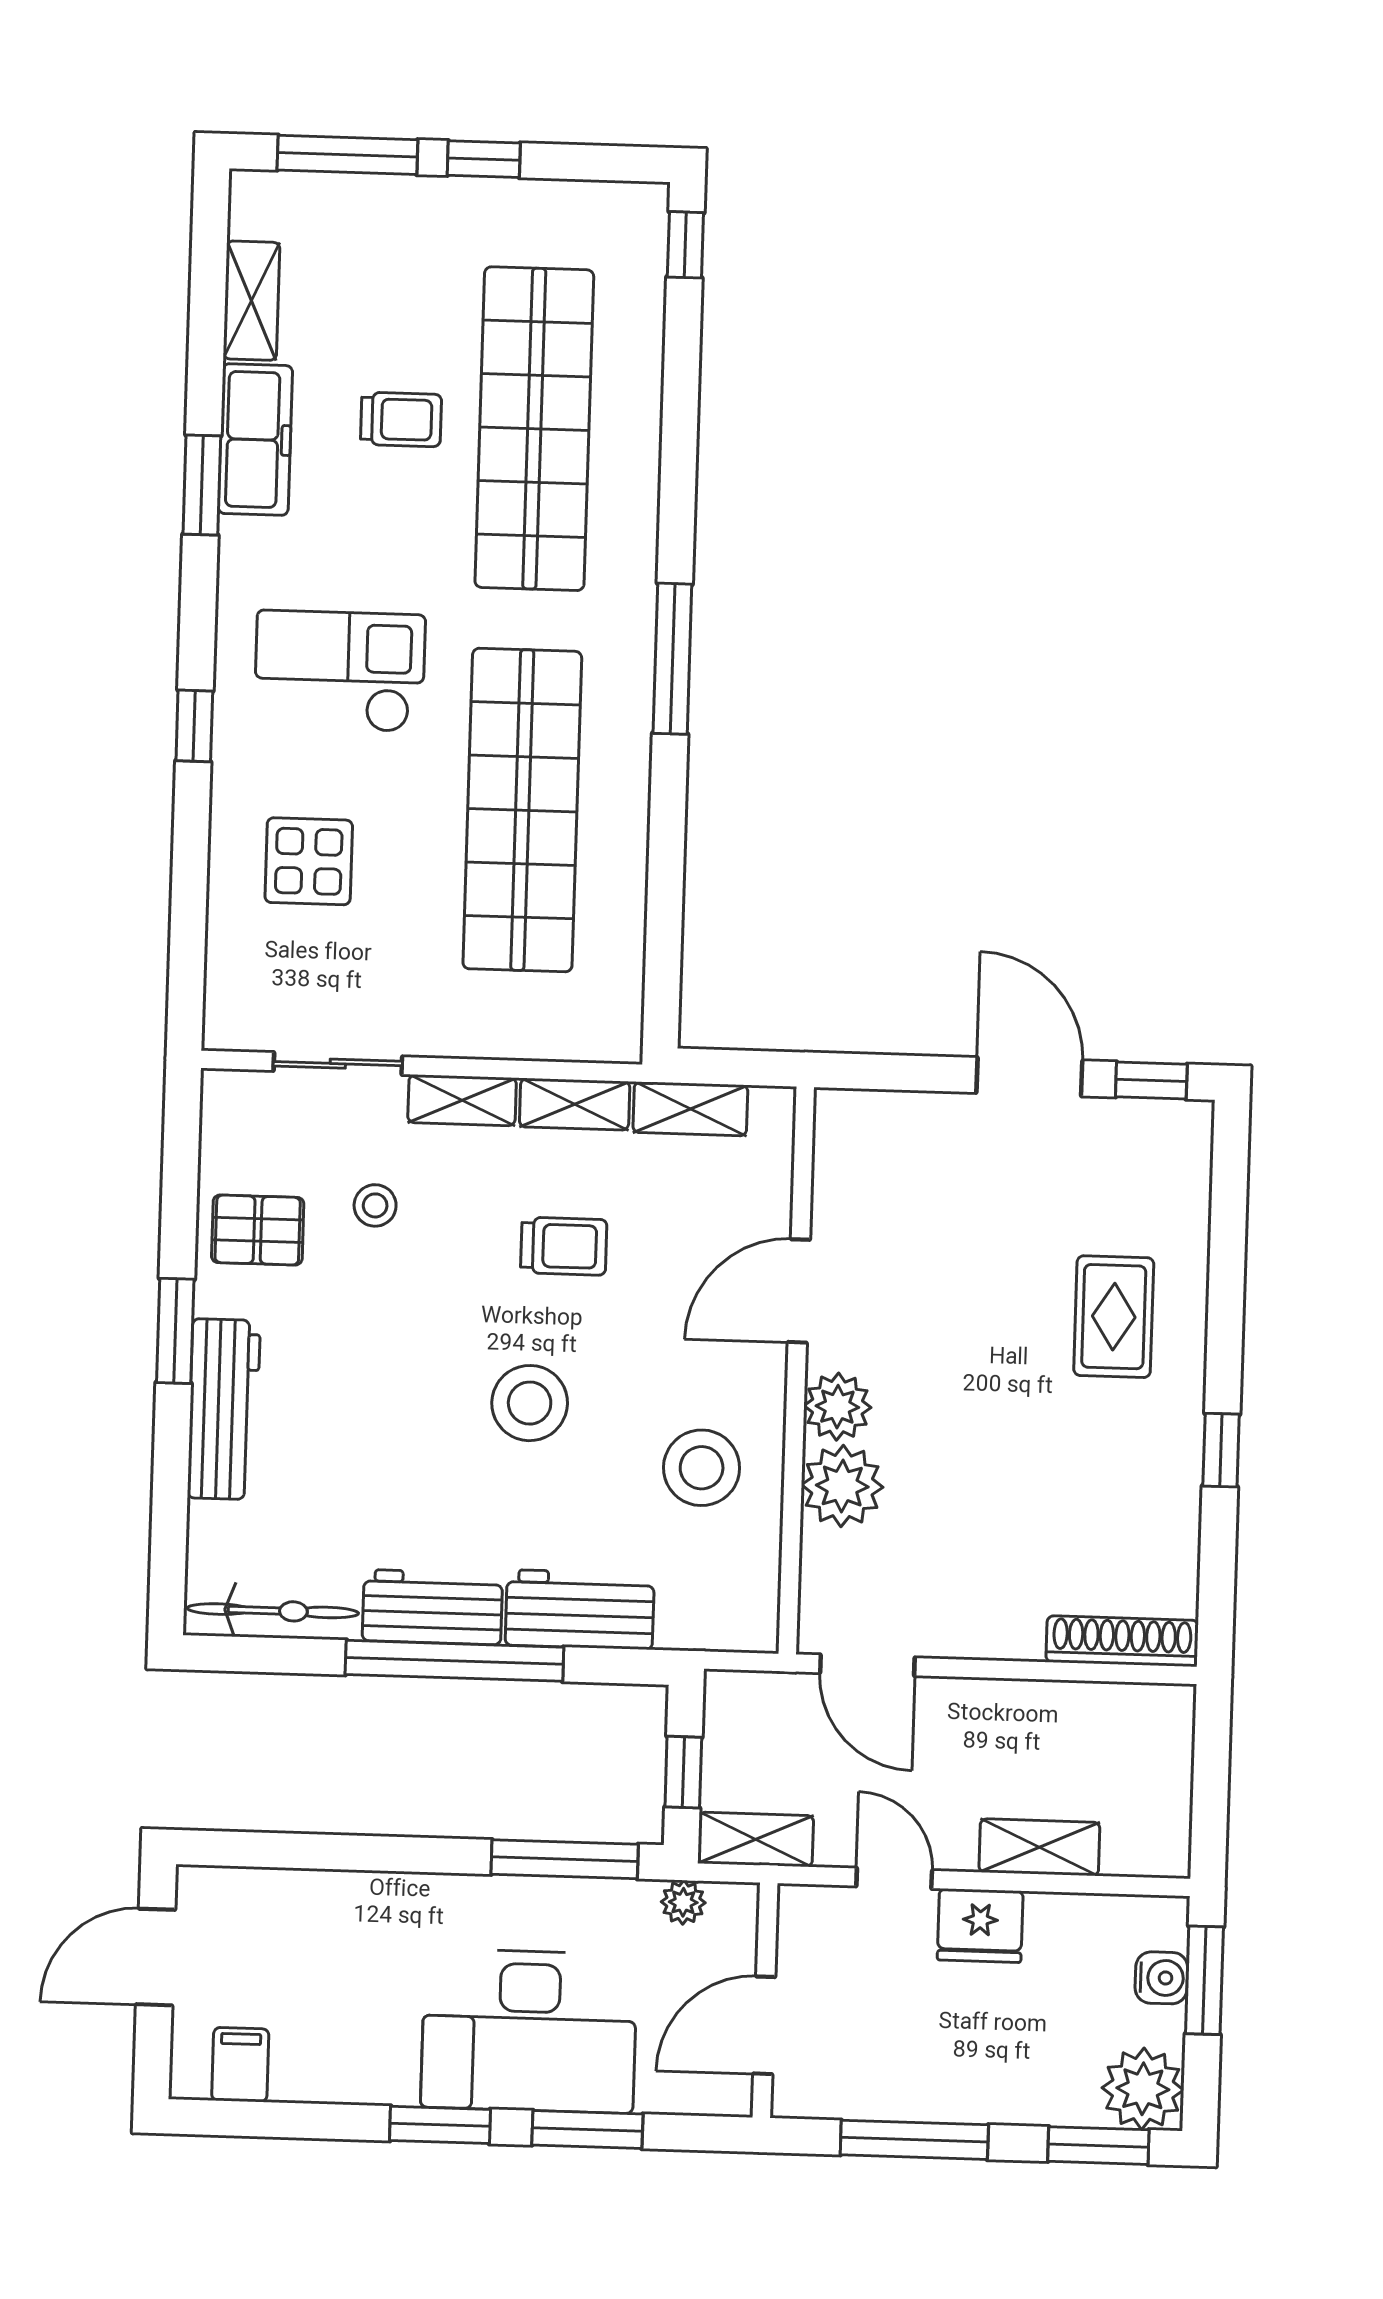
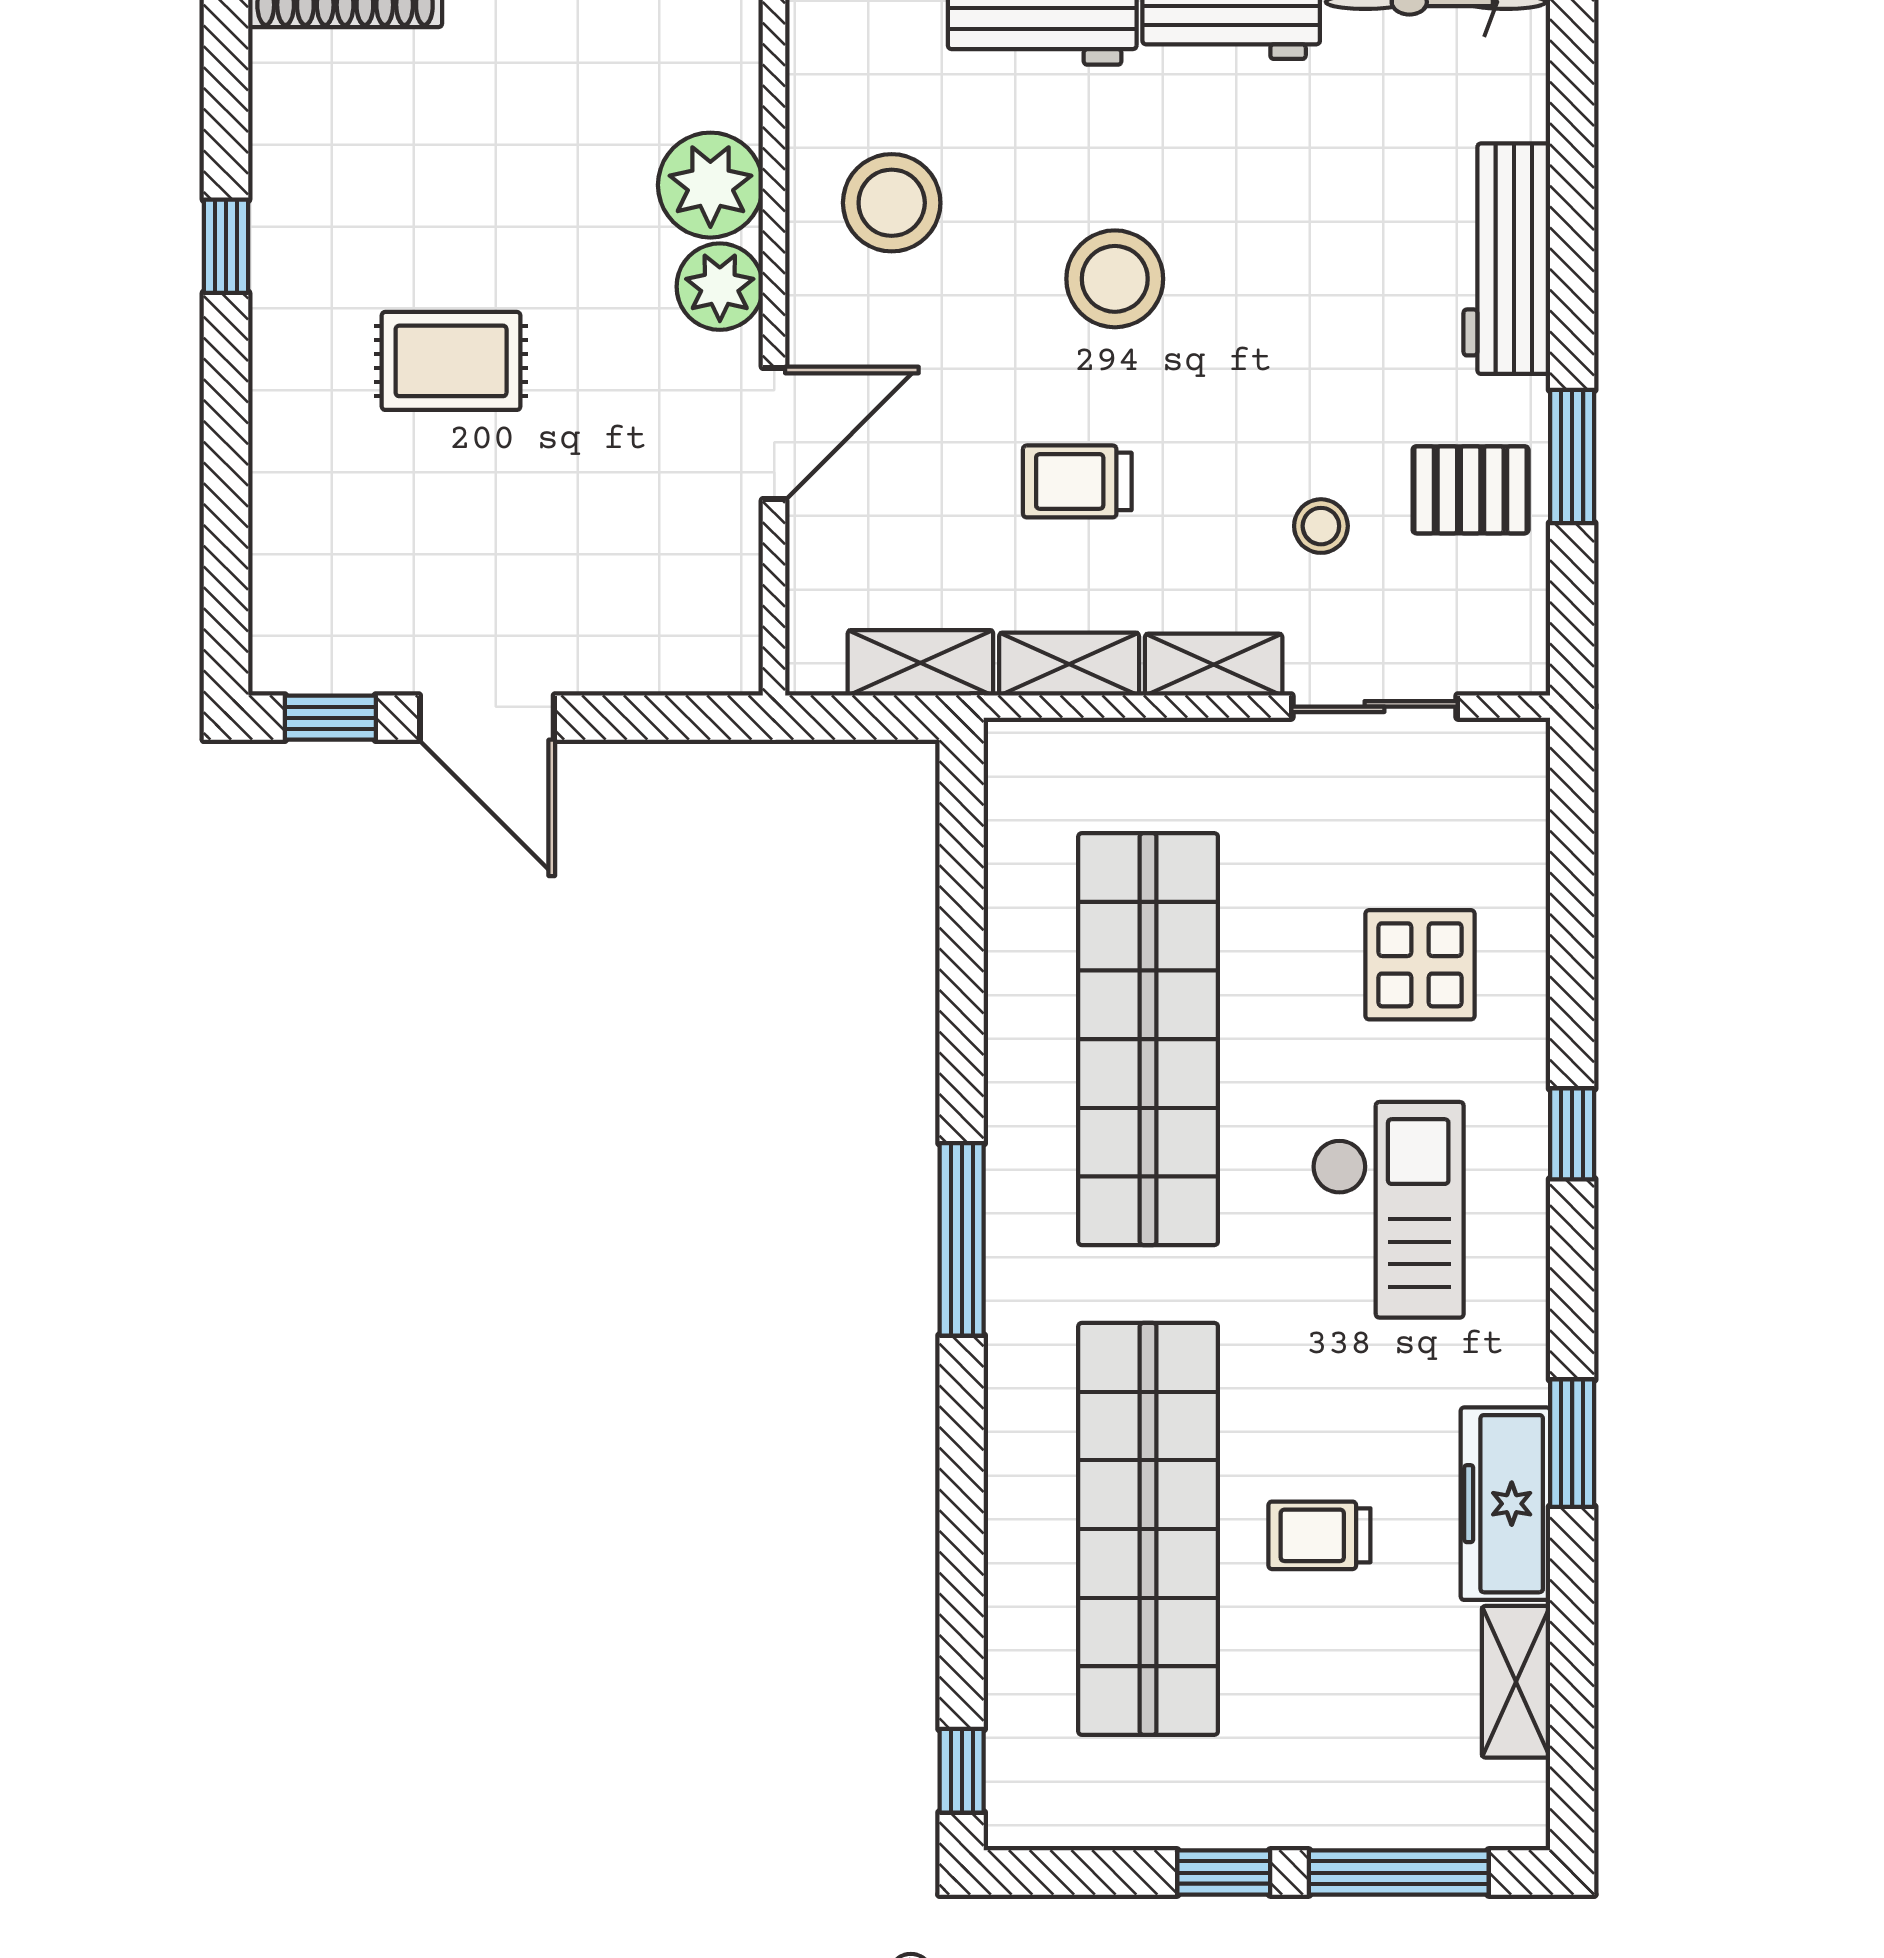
checkout: (340, 671) -> (1388, 1210), turned -90
rug: (1114, 1317) -> (451, 361), moved, turned 90
window: (175, 1331) -> (1572, 456), moved

